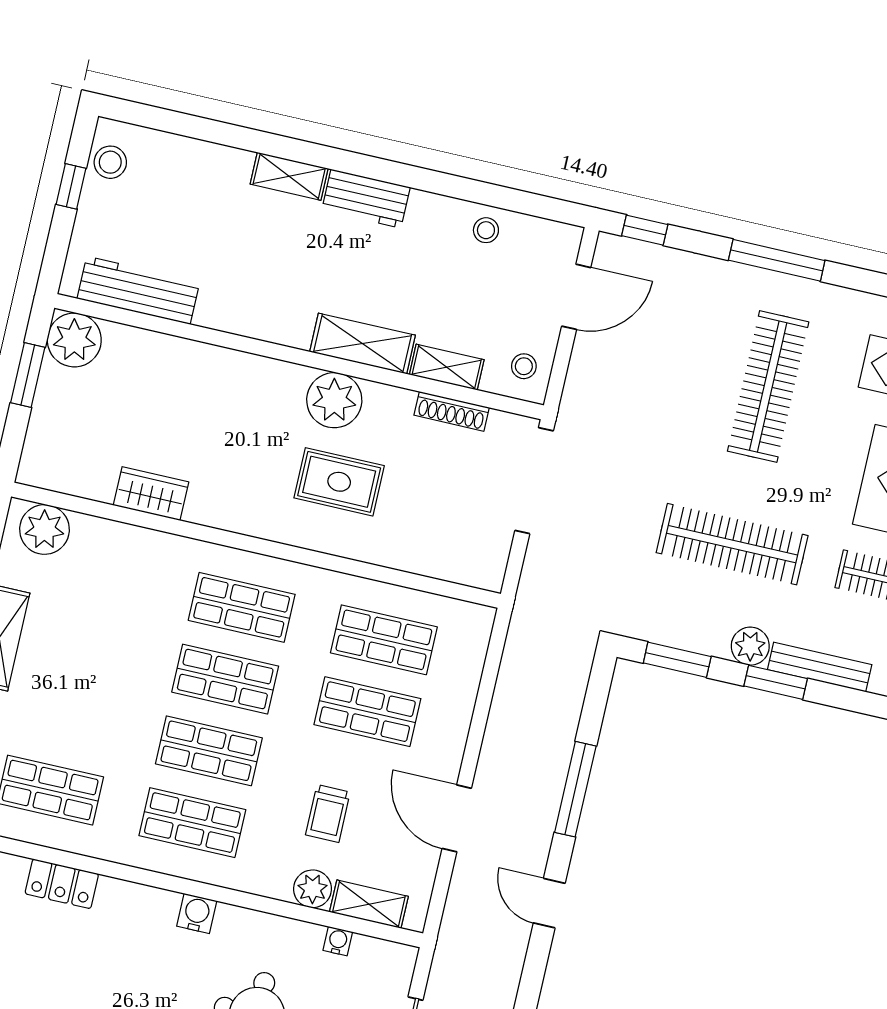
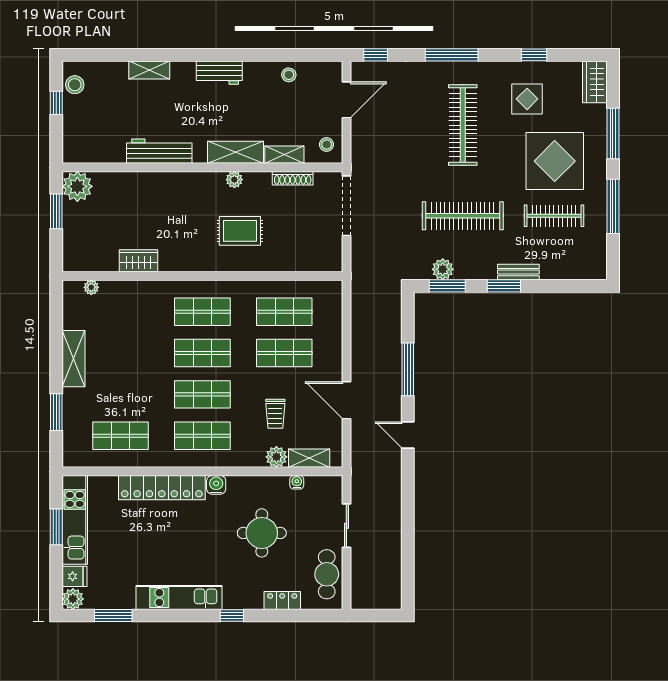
shelving: (289, 176) -> (149, 70), moved
workbench: (138, 290) -> (159, 151), moved
plant: (334, 400) -> (234, 180), width x0.53, depth x0.53
plant: (44, 529) -> (91, 287), width x0.53, depth x0.53
plant: (750, 646) -> (443, 269), moved
bench: (820, 667) -> (518, 272), width x0.73
locker: (62, 884) -> (162, 488), width x2.16, depth x1.21

